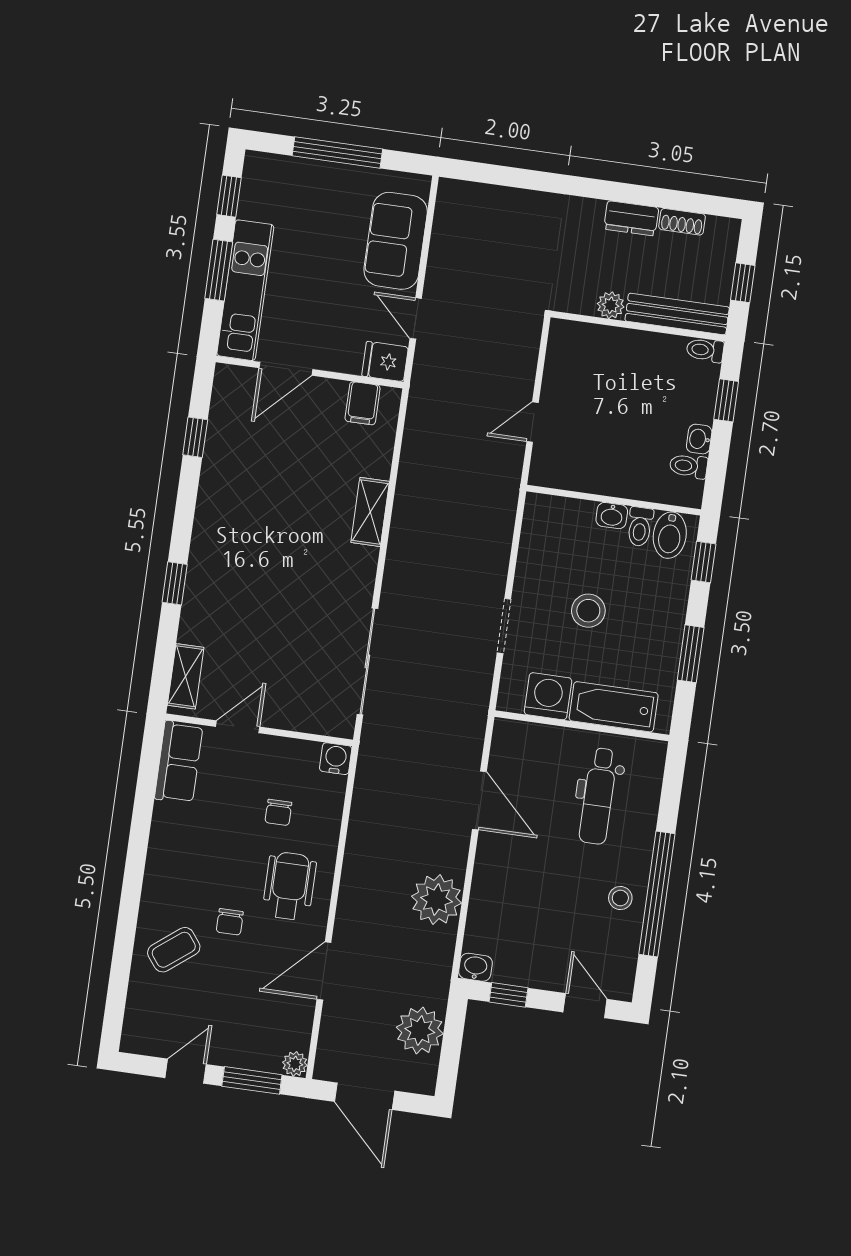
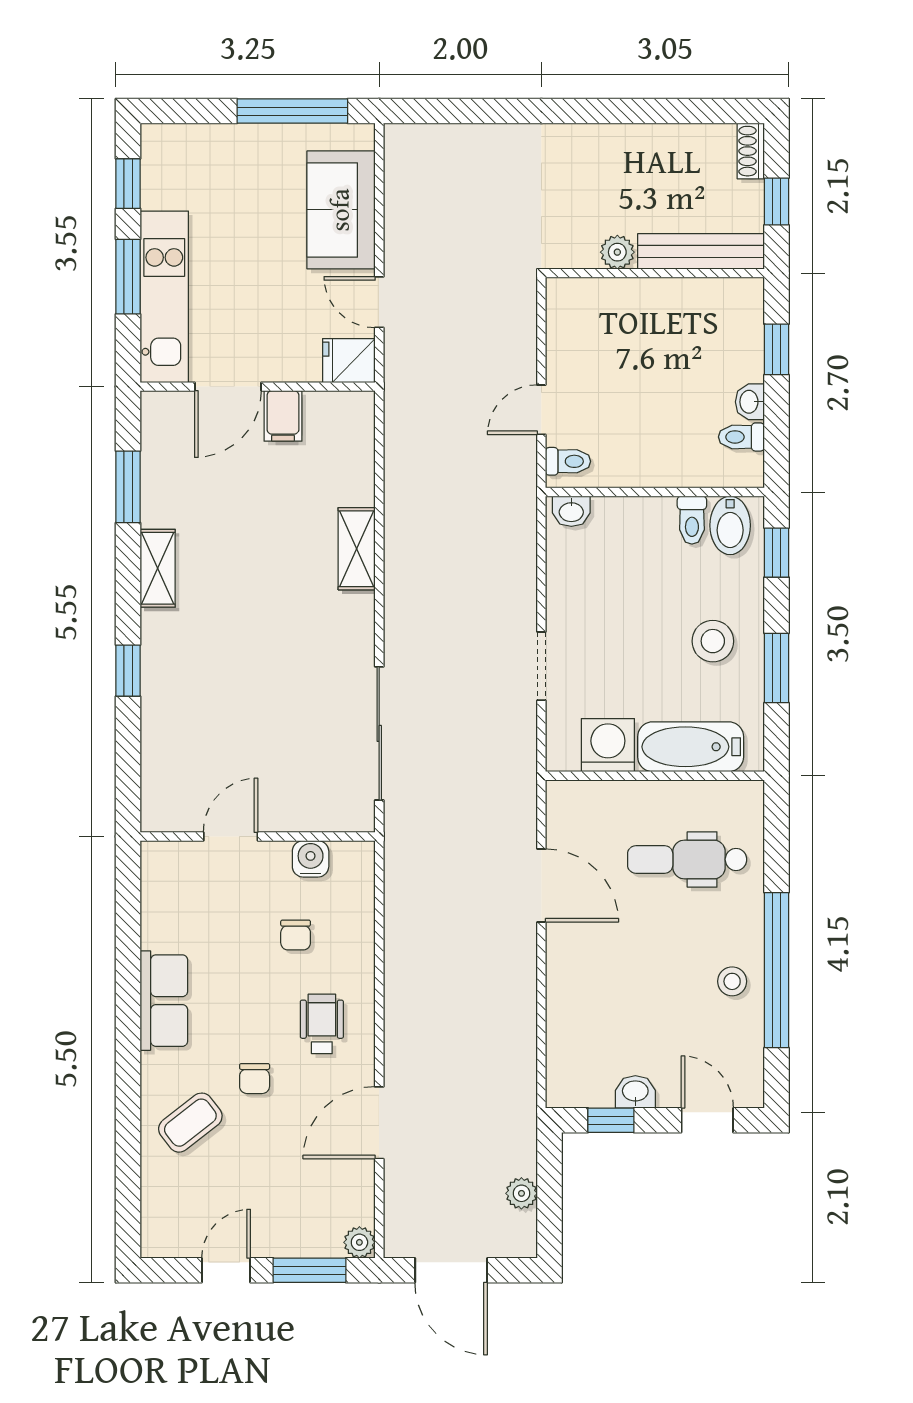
window: (337, 152) -> (292, 111), moved
dresser: (631, 218) -> (628, 141), removed
shoe rack: (682, 222) -> (751, 151), moved, turned 90
toilet: (705, 350) -> (568, 461), moved, turned 180
filing cabinet: (363, 403) -> (283, 416), moved
window: (195, 437) -> (128, 487), width x1.50
washbasin: (612, 516) -> (571, 511), moved
stool: (588, 611) -> (713, 641), moved
shelving: (186, 676) -> (158, 568), moved
water cooler: (336, 759) -> (311, 859), moved
row of seats: (179, 762) -> (164, 1001), moved
dental chair: (598, 796) -> (687, 859), turned 90
wheelchair: (289, 886) -> (322, 1024), width x0.73, depth x0.73
plant: (436, 900) -> (506, 1015), removed
washbasin: (476, 967) -> (635, 1092), moved
plant: (420, 1030) -> (521, 1193), width x0.53, depth x0.53

